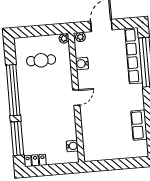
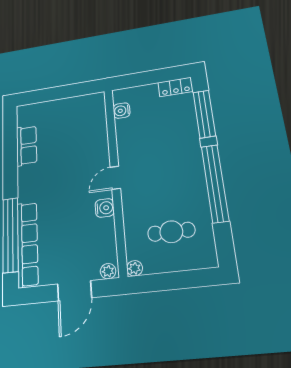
water cooler: (82, 64) -> (105, 208), moved

